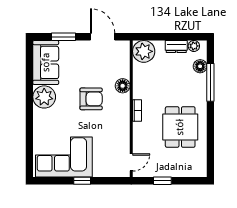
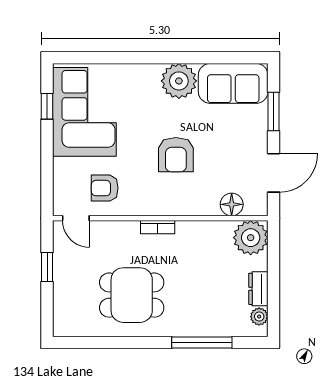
floor lamp: (200, 66) -> (227, 326), removed
floor lamp: (123, 86) -> (232, 204), moved
armchair: (112, 144) -> (105, 188), added
window: (82, 181) -> (47, 106), moved

